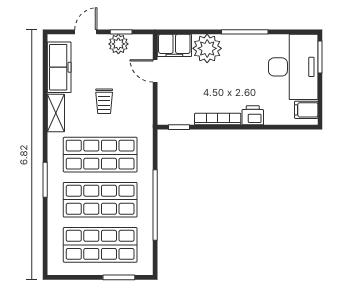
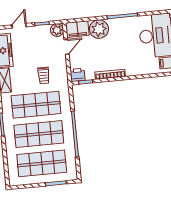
plant: (118, 44) -> (57, 30), moved
door: (155, 71) -> (66, 47), swing flipped
trolley: (104, 101) -> (44, 75), moved
printer: (253, 115) -> (78, 75), moved

